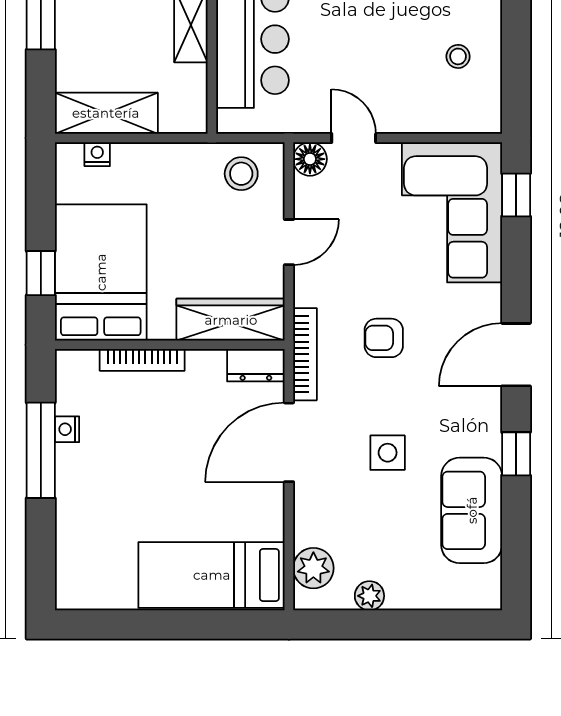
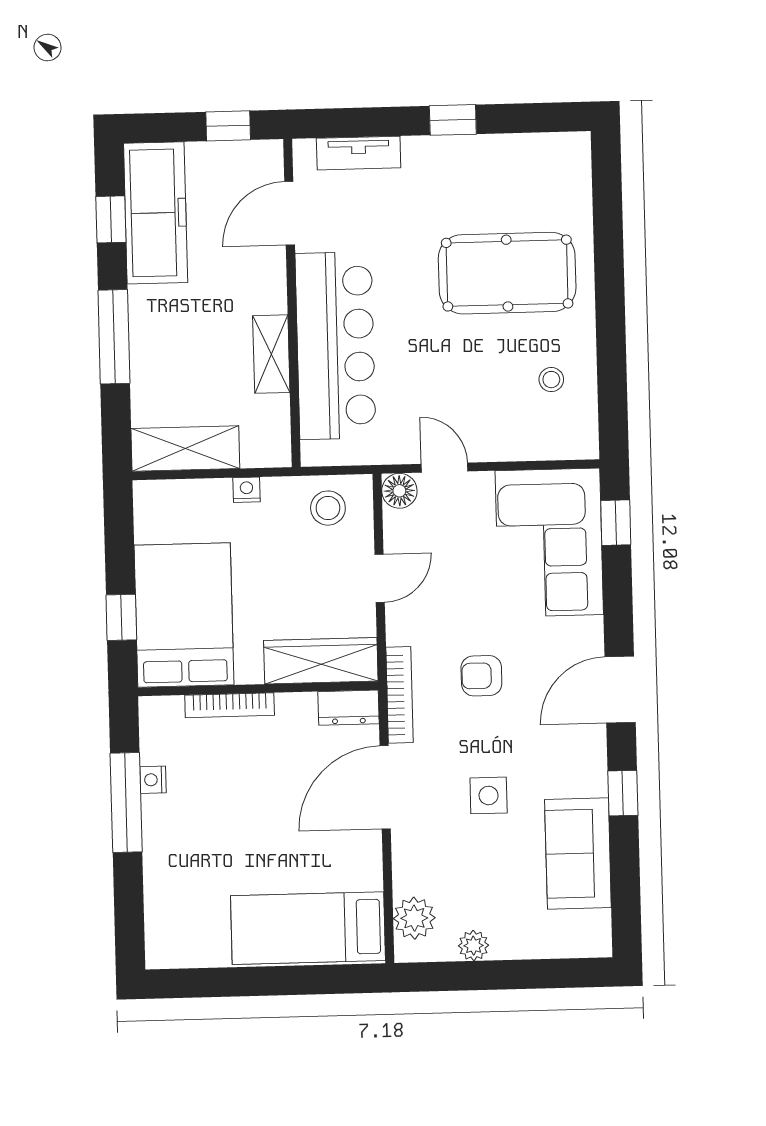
nightstand: (97, 154) -> (247, 490), moved

